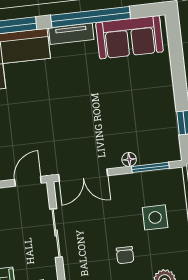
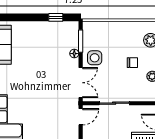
door: (28, 181) -> (81, 117), swing flipped
side table: (155, 217) -> (95, 58), moved

